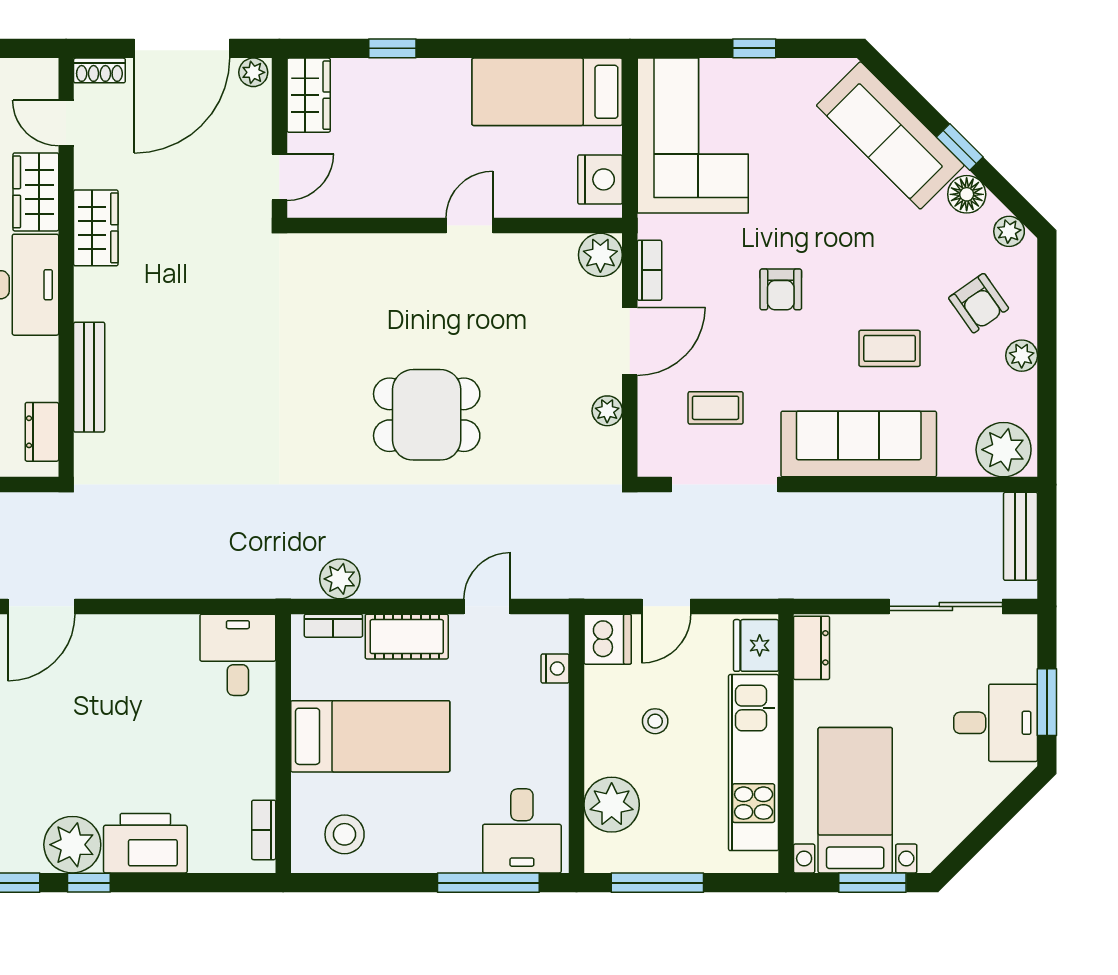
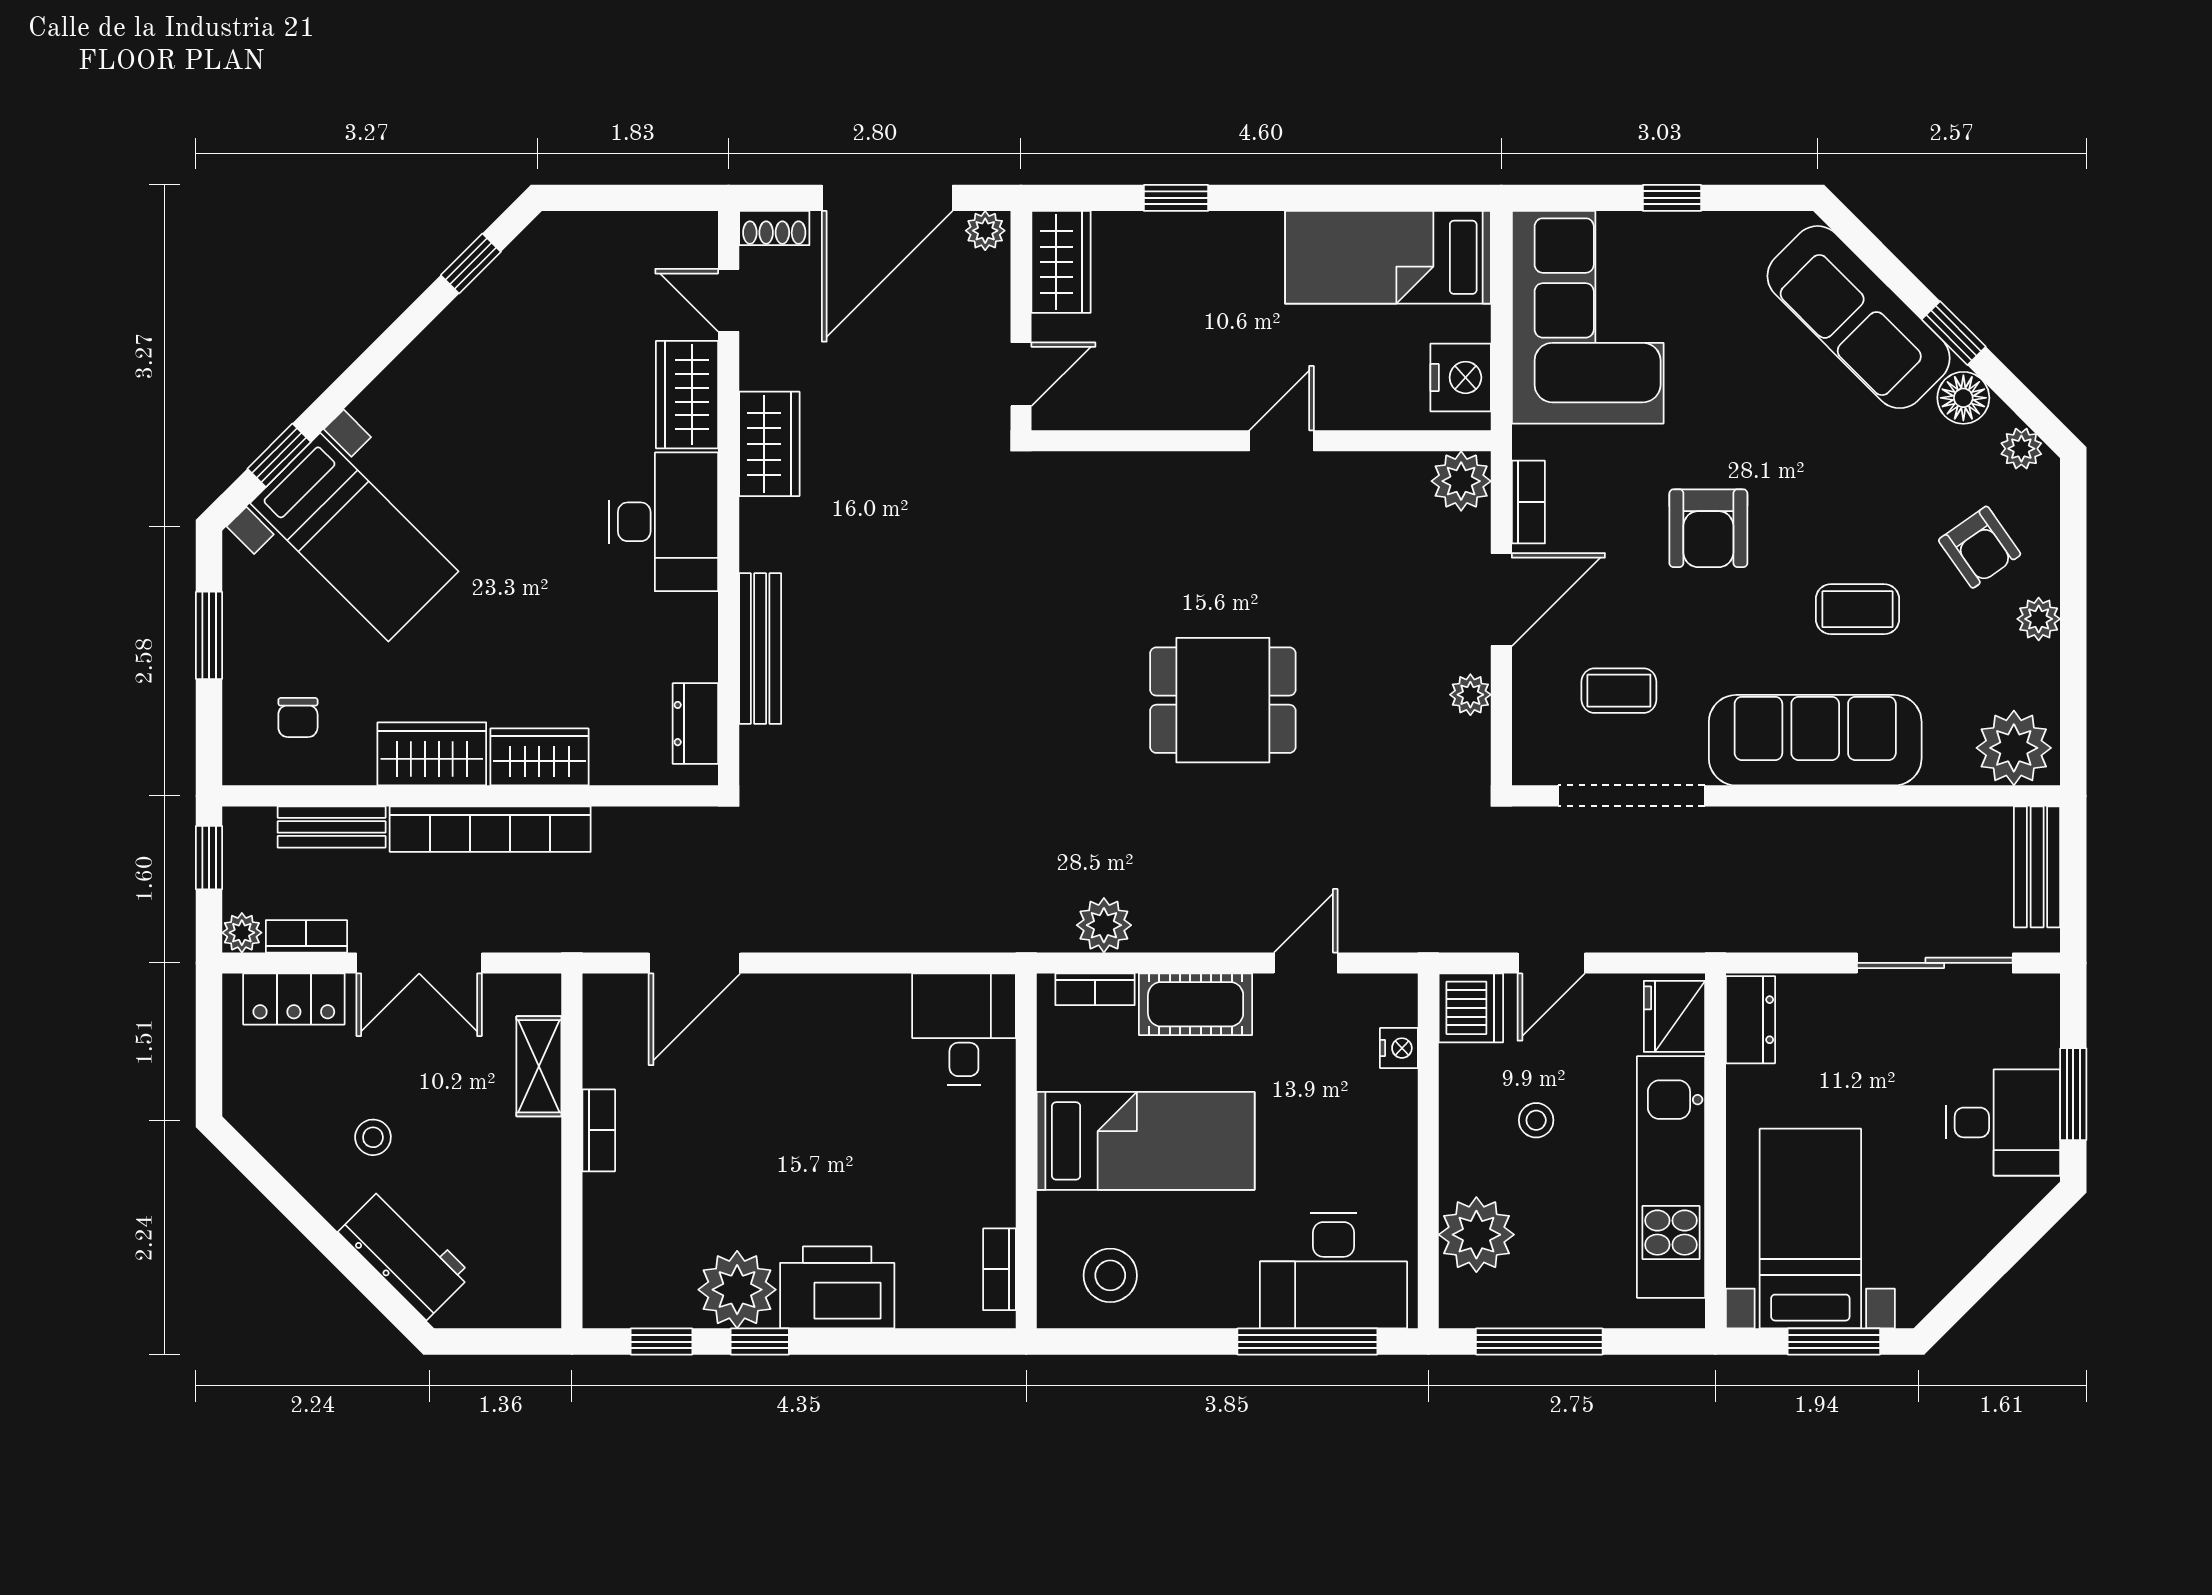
armchair: (781, 289) -> (1708, 528), width x1.38, depth x1.38
desk: (522, 831) -> (1333, 1271), width x1.37

